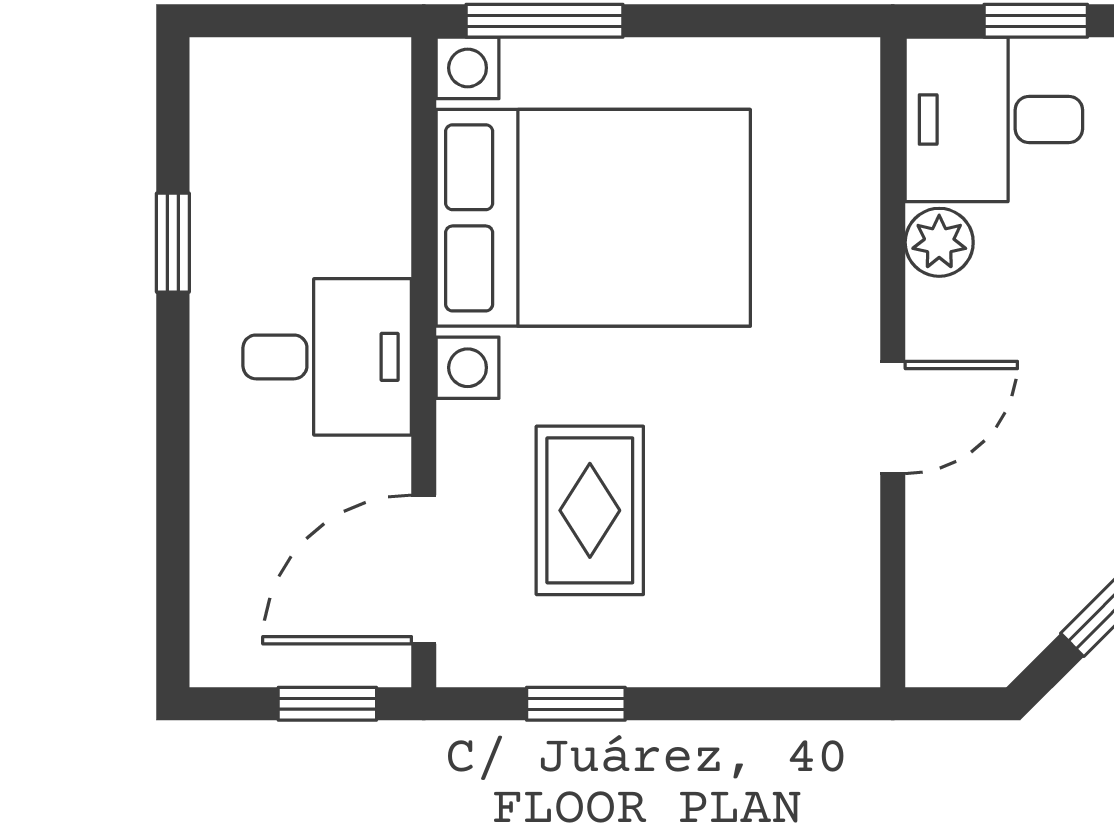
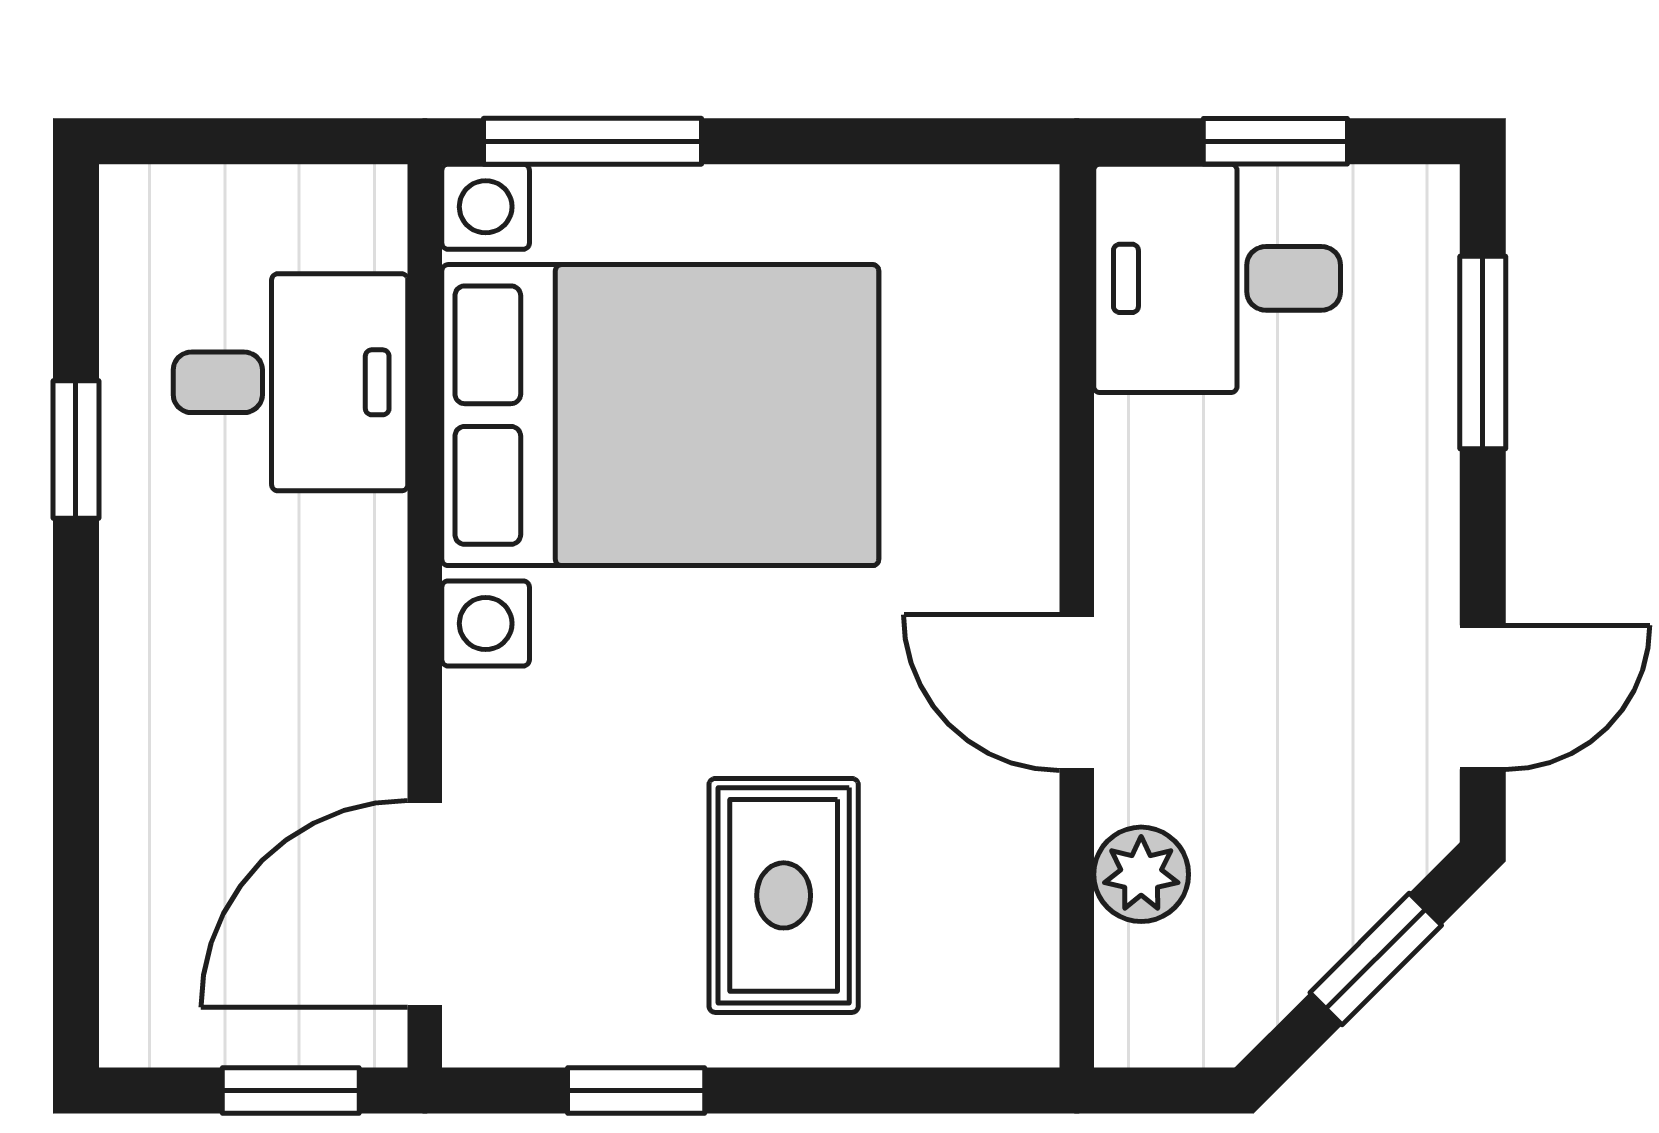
plant: (939, 242) -> (1141, 874), moved
desk: (327, 357) -> (290, 382), moved
door: (893, 417) -> (1077, 693), swing flipped
rug: (590, 510) -> (784, 895), moved

